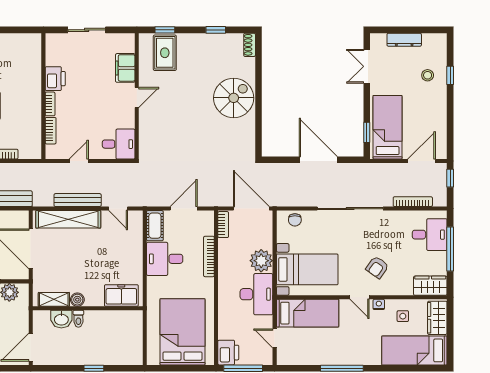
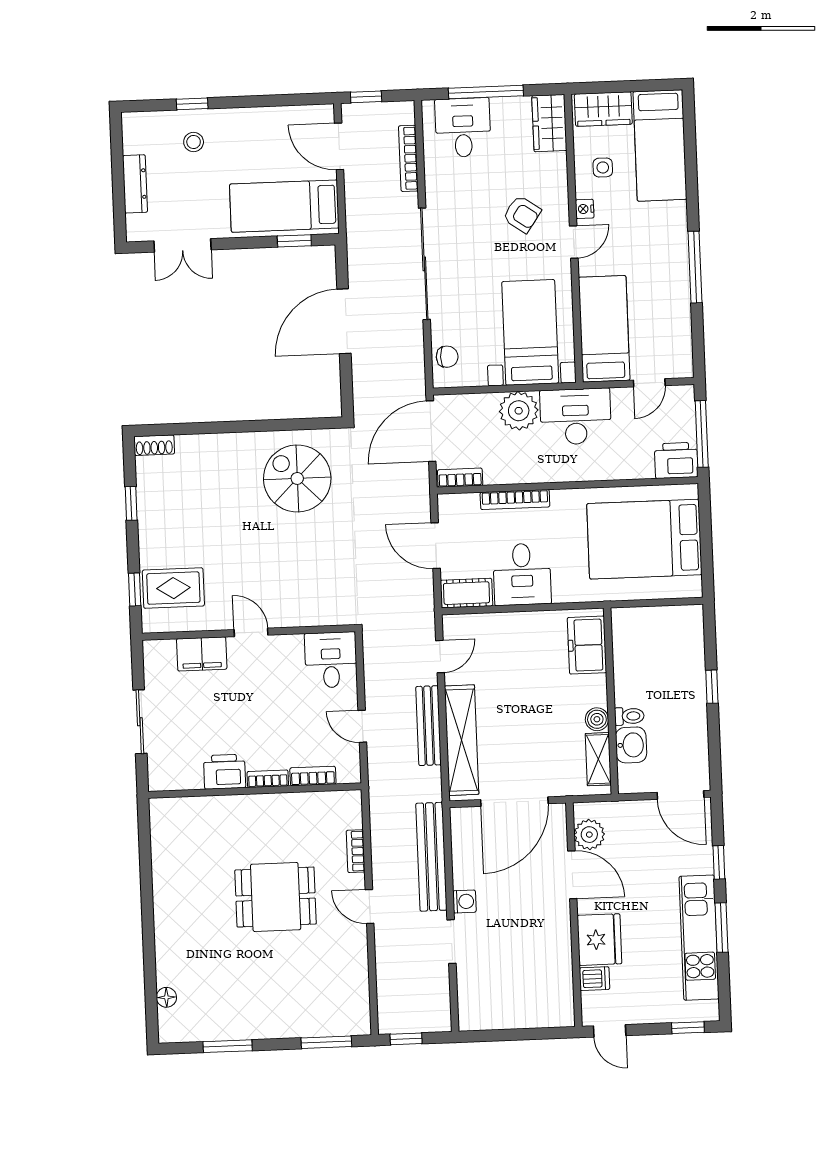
spiral stairs: (234, 98) -> (297, 478), moved

